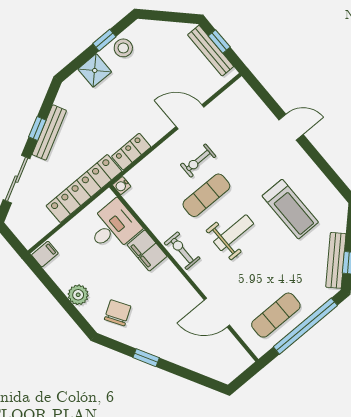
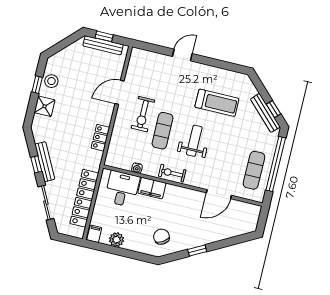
exercise bike: (198, 161) -> (143, 114), width x1.38, depth x1.39
water cooler: (122, 186) -> (137, 168), moved
locker: (84, 189) -> (84, 198), moved
plant: (78, 295) -> (116, 240), moved

